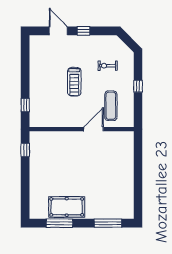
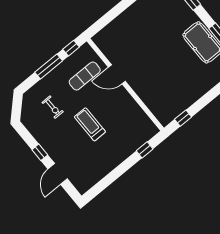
treadmill: (74, 82) -> (90, 124), turned -90
window: (138, 86) -> (49, 67), width x2.17
window: (138, 112) -> (71, 48), added

